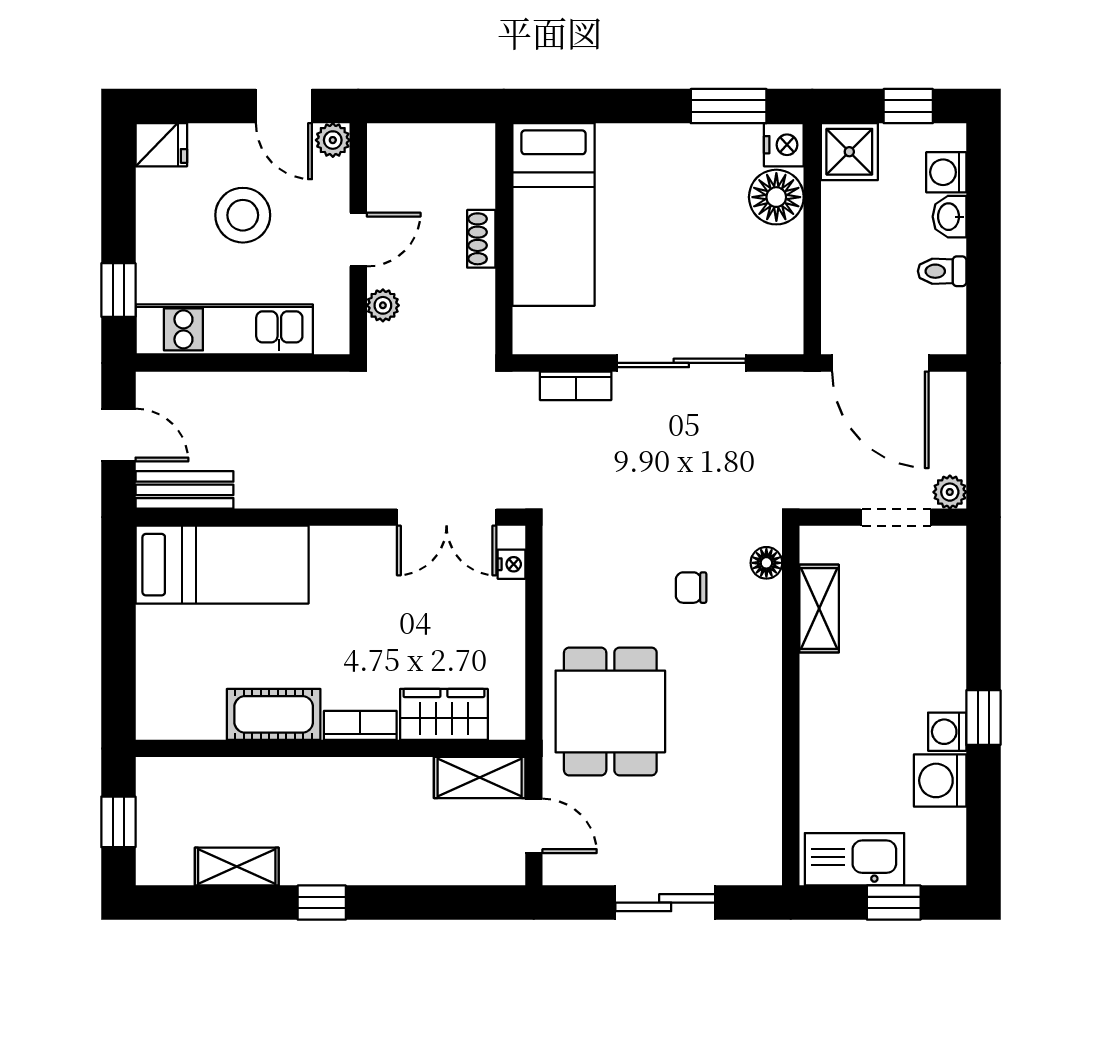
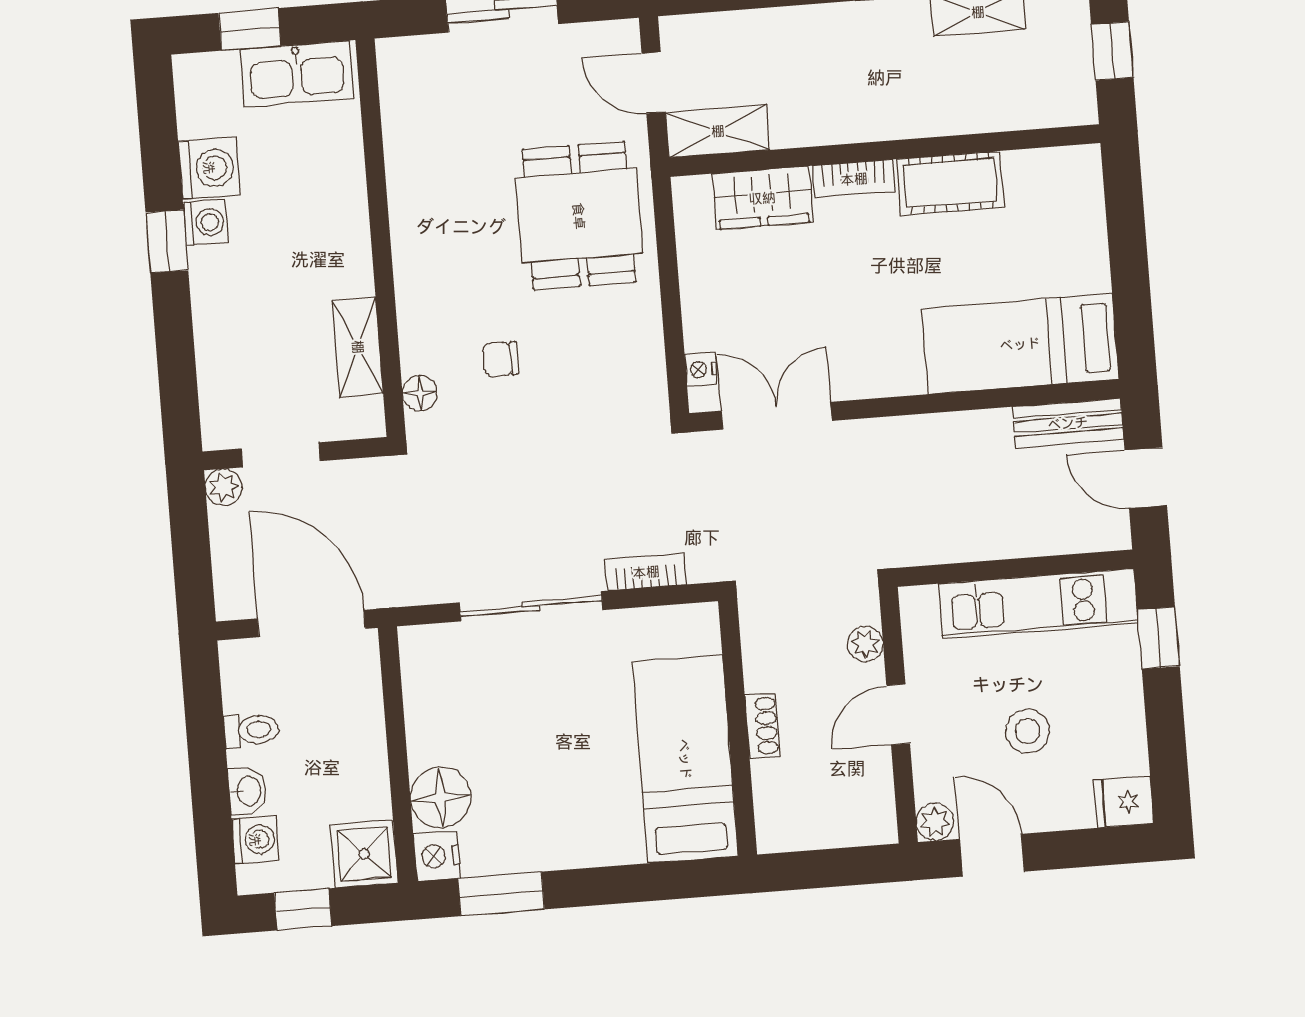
stool: (243, 215) -> (1028, 731), width x0.73, depth x0.73
chair: (691, 588) -> (501, 359), turned 180

